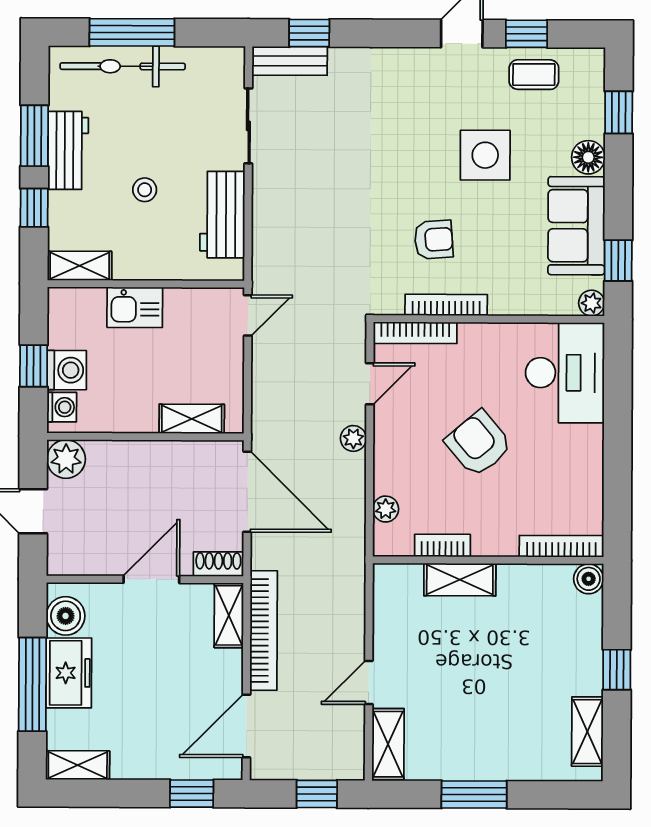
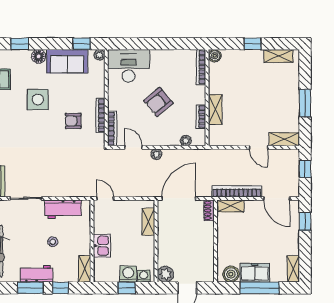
armchair: (434, 240) -> (73, 121), turned -86
door: (151, 579) -> (216, 238), removed

